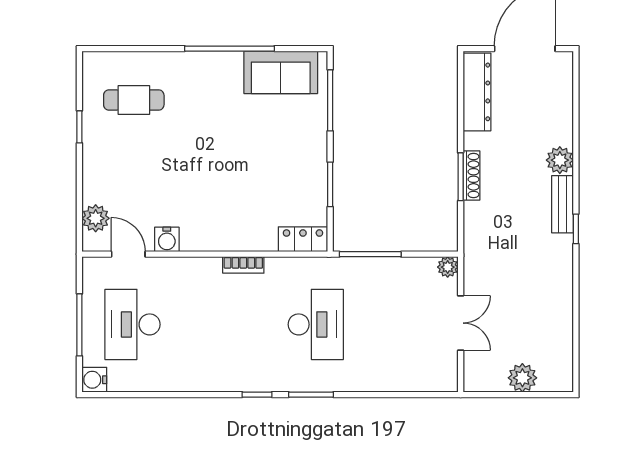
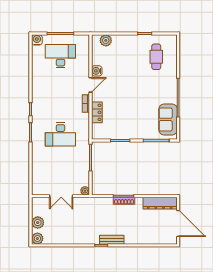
plant: (560, 160) -> (37, 239), moved
locker: (303, 239) -> (97, 112), moved
door: (128, 254) -> (90, 85), moved

